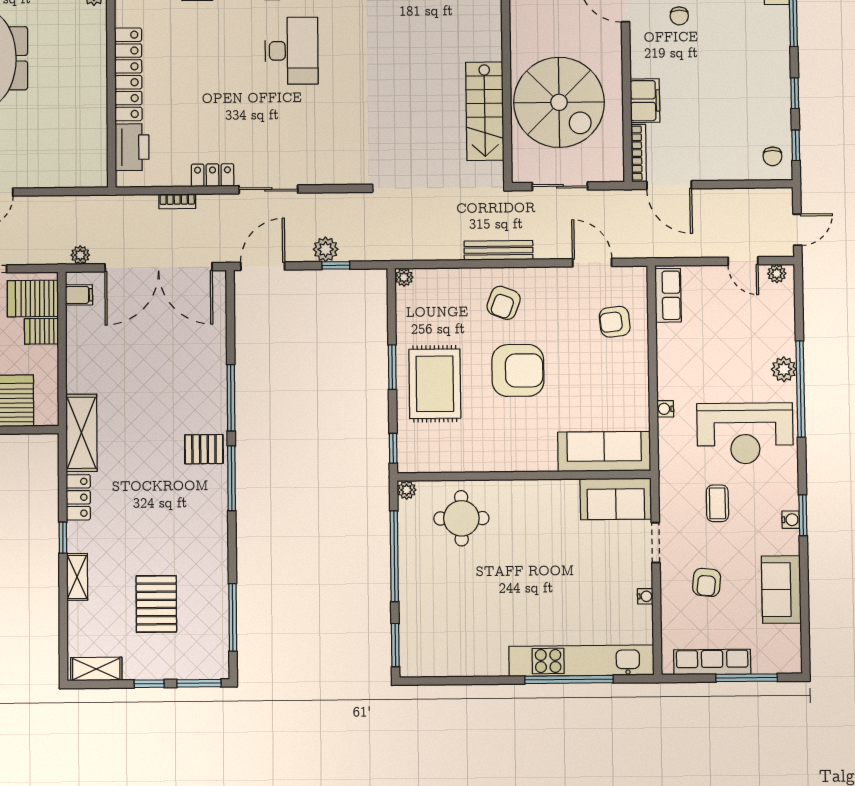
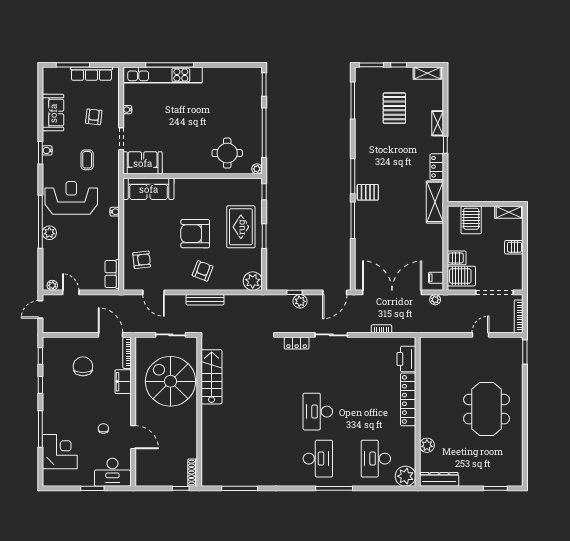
chair: (772, 156) -> (83, 366), moved, width x1.87, depth x1.87
locker: (213, 175) -> (297, 343), moved
plant: (404, 277) -> (253, 281), width x1.88, depth x1.88

